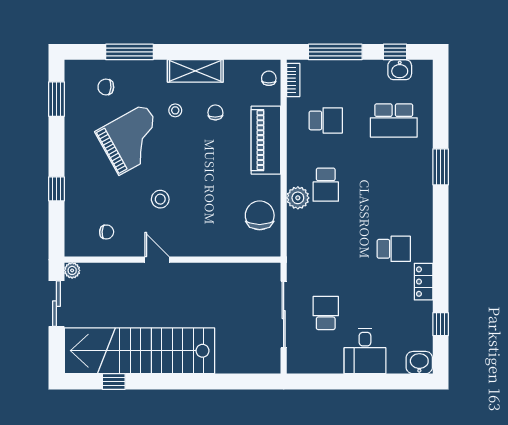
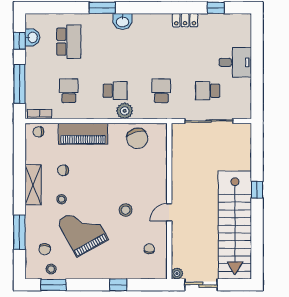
stool: (78, 96) -> (51, 269), added
chair: (260, 215) -> (137, 138), turned -106
school desk: (394, 249) -> (161, 91), moved
washbasin: (419, 363) -> (123, 21), moved, turned -90
window: (114, 381) -> (257, 190), moved

